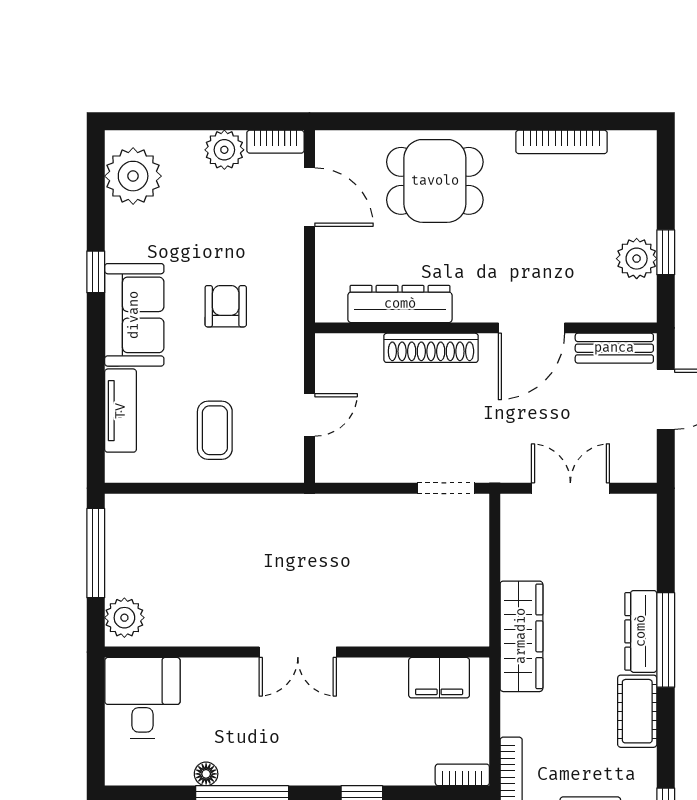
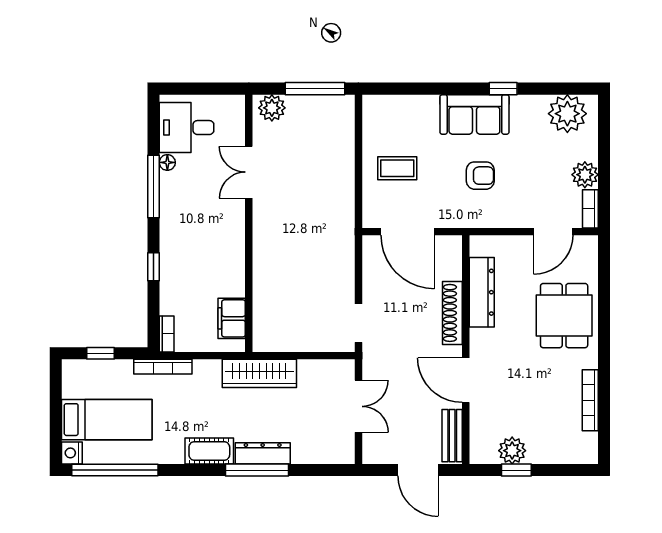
tv unit: (121, 411) -> (410, 105), removed
door: (309, 415) -> (408, 232), width x1.87
double door: (298, 652) -> (249, 172), moved
desk: (142, 698) -> (187, 128), moved, turned 180

